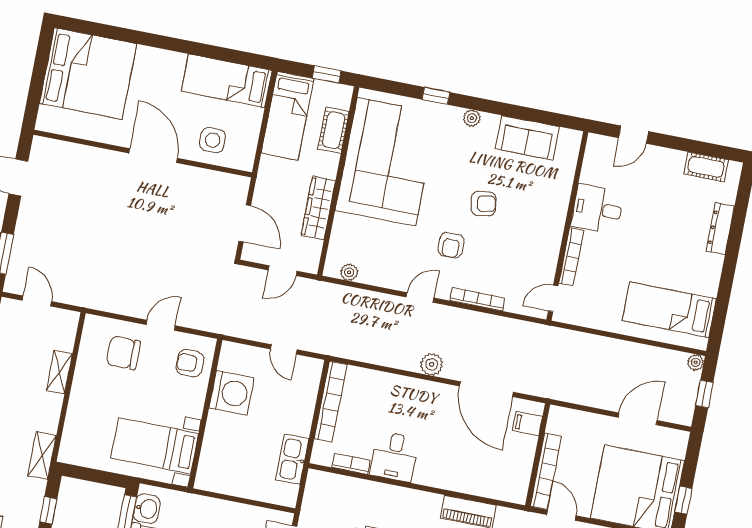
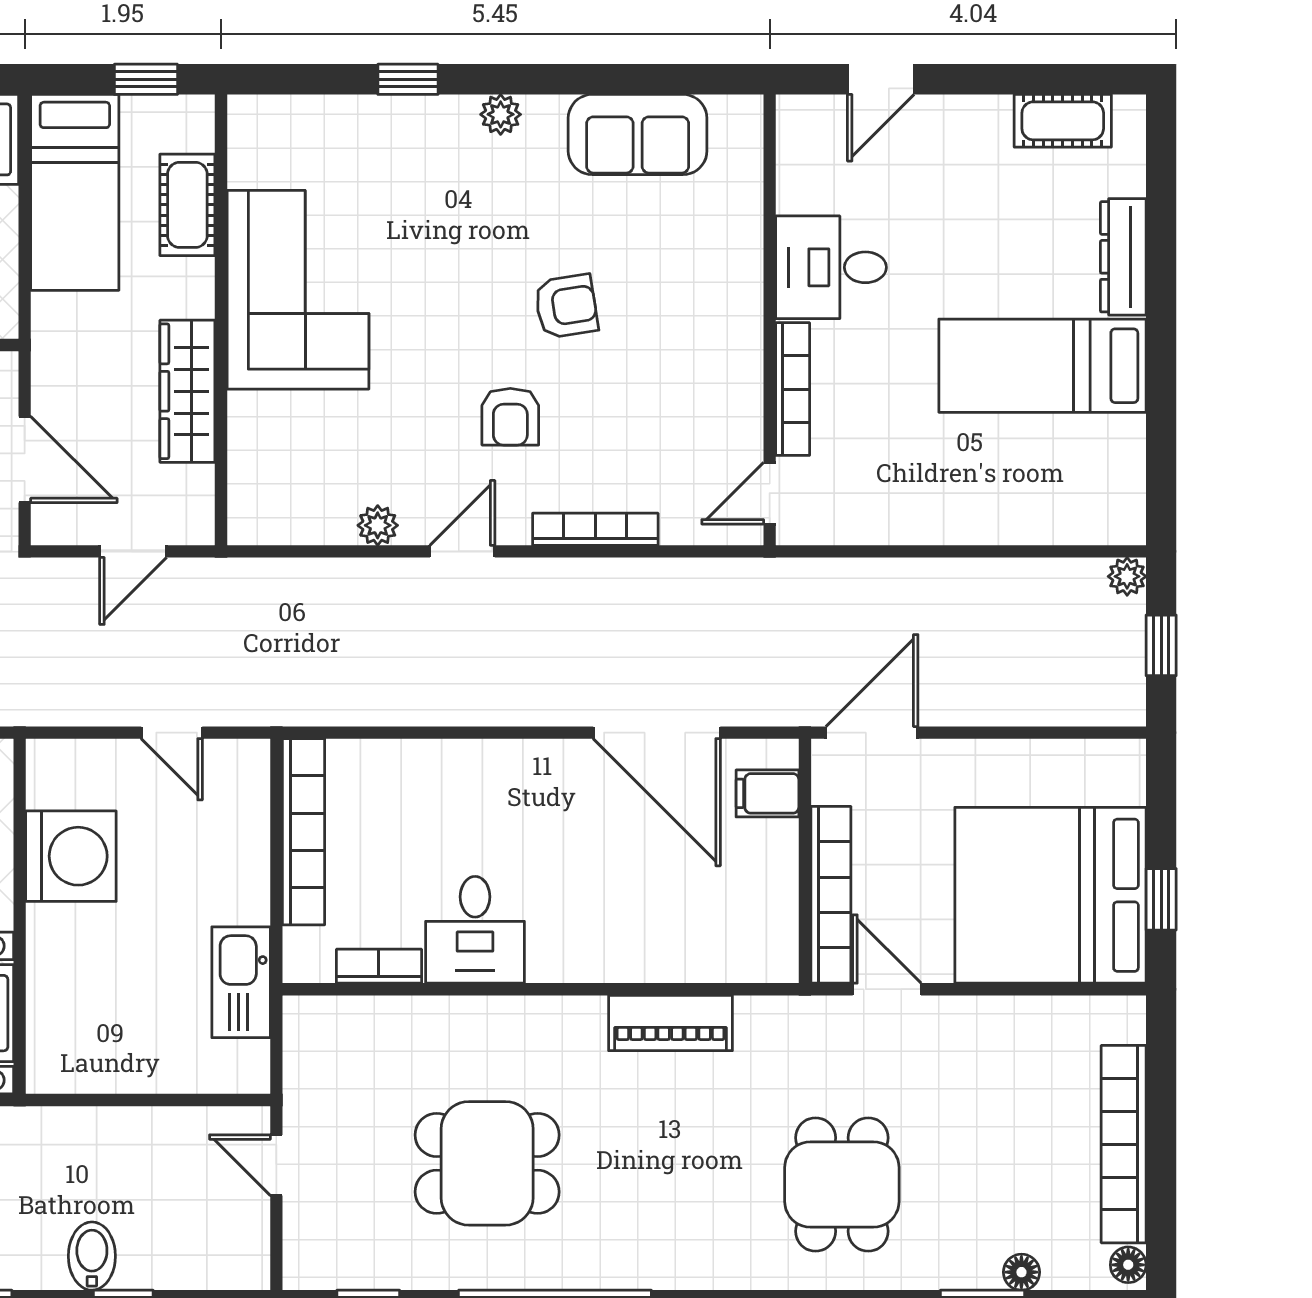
corner sofa: (386, 162) -> (298, 290), width x0.73, depth x0.74
plant: (349, 272) -> (378, 525), moved
bed: (669, 310) -> (1042, 366), moved
plant: (432, 364) -> (519, 700), removed
door: (638, 419) -> (872, 733), moved

